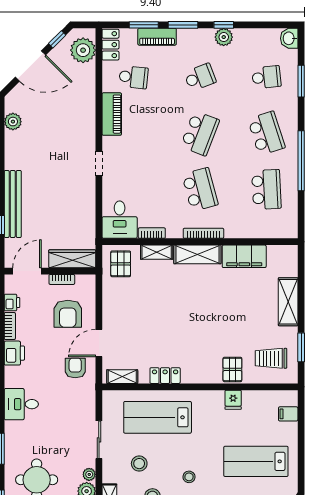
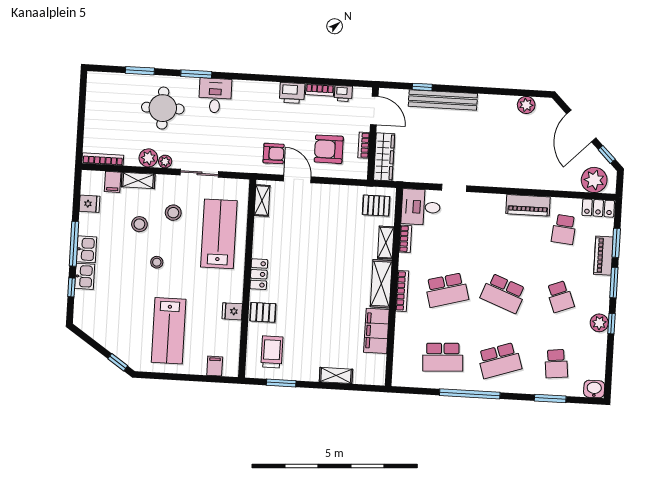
doorway: (99, 164) -> (454, 188), moved
shelving: (288, 302) -> (336, 375), width x0.67, depth x0.75
locker: (165, 376) -> (259, 274), moved
desk: (21, 404) -> (215, 96), moved
lab bench: (256, 461) -> (169, 331), turned 180

